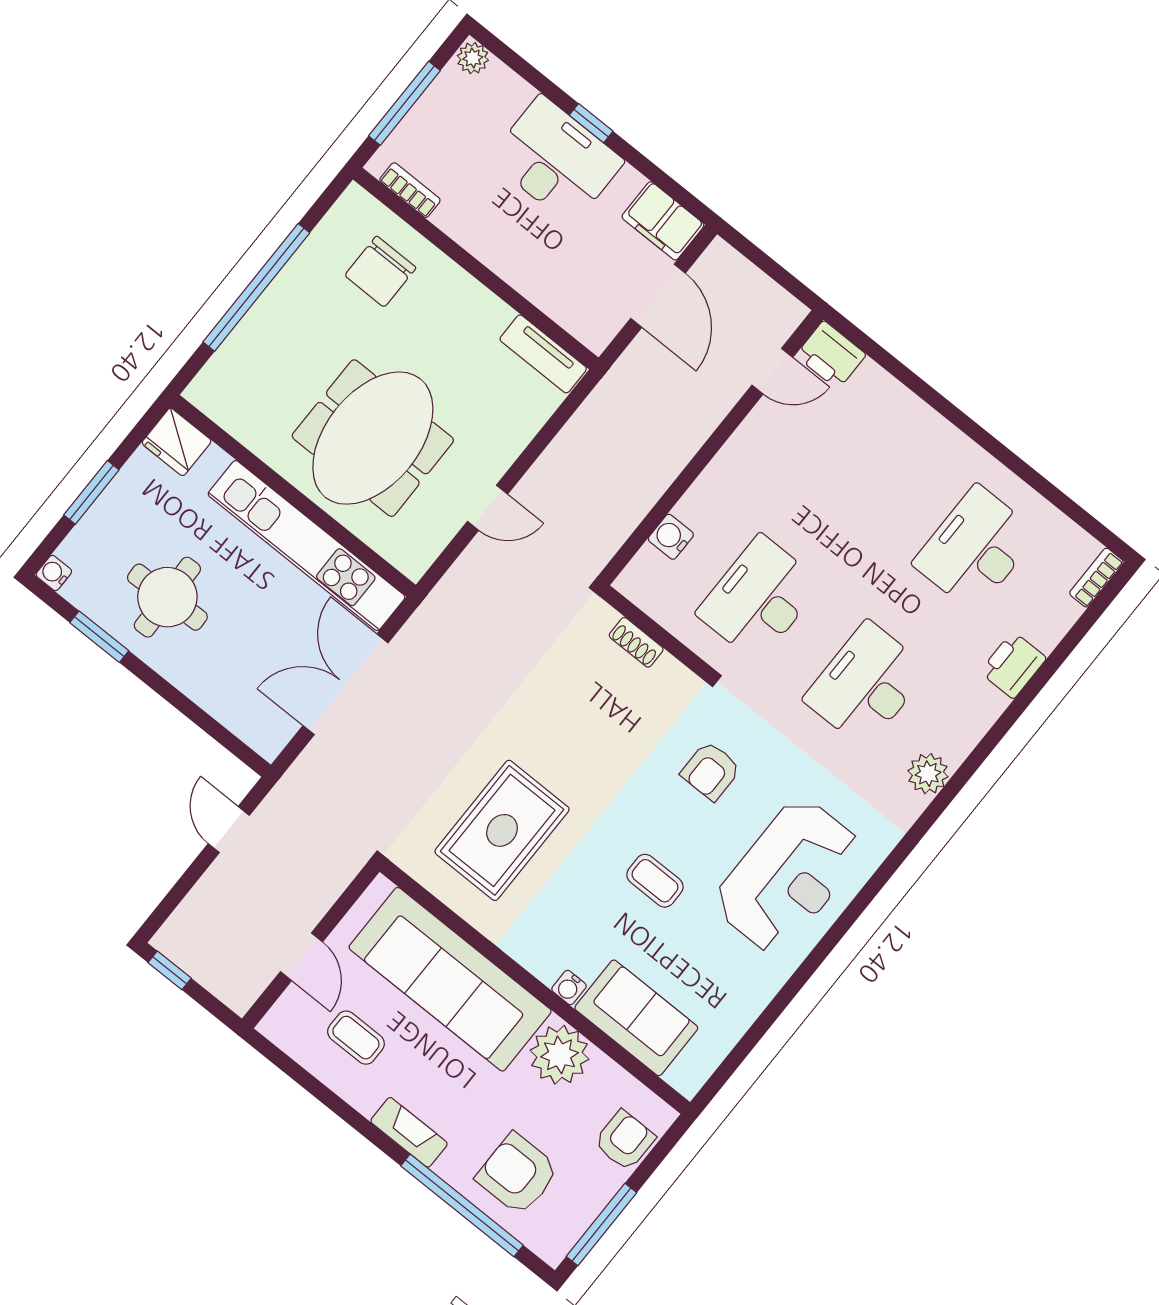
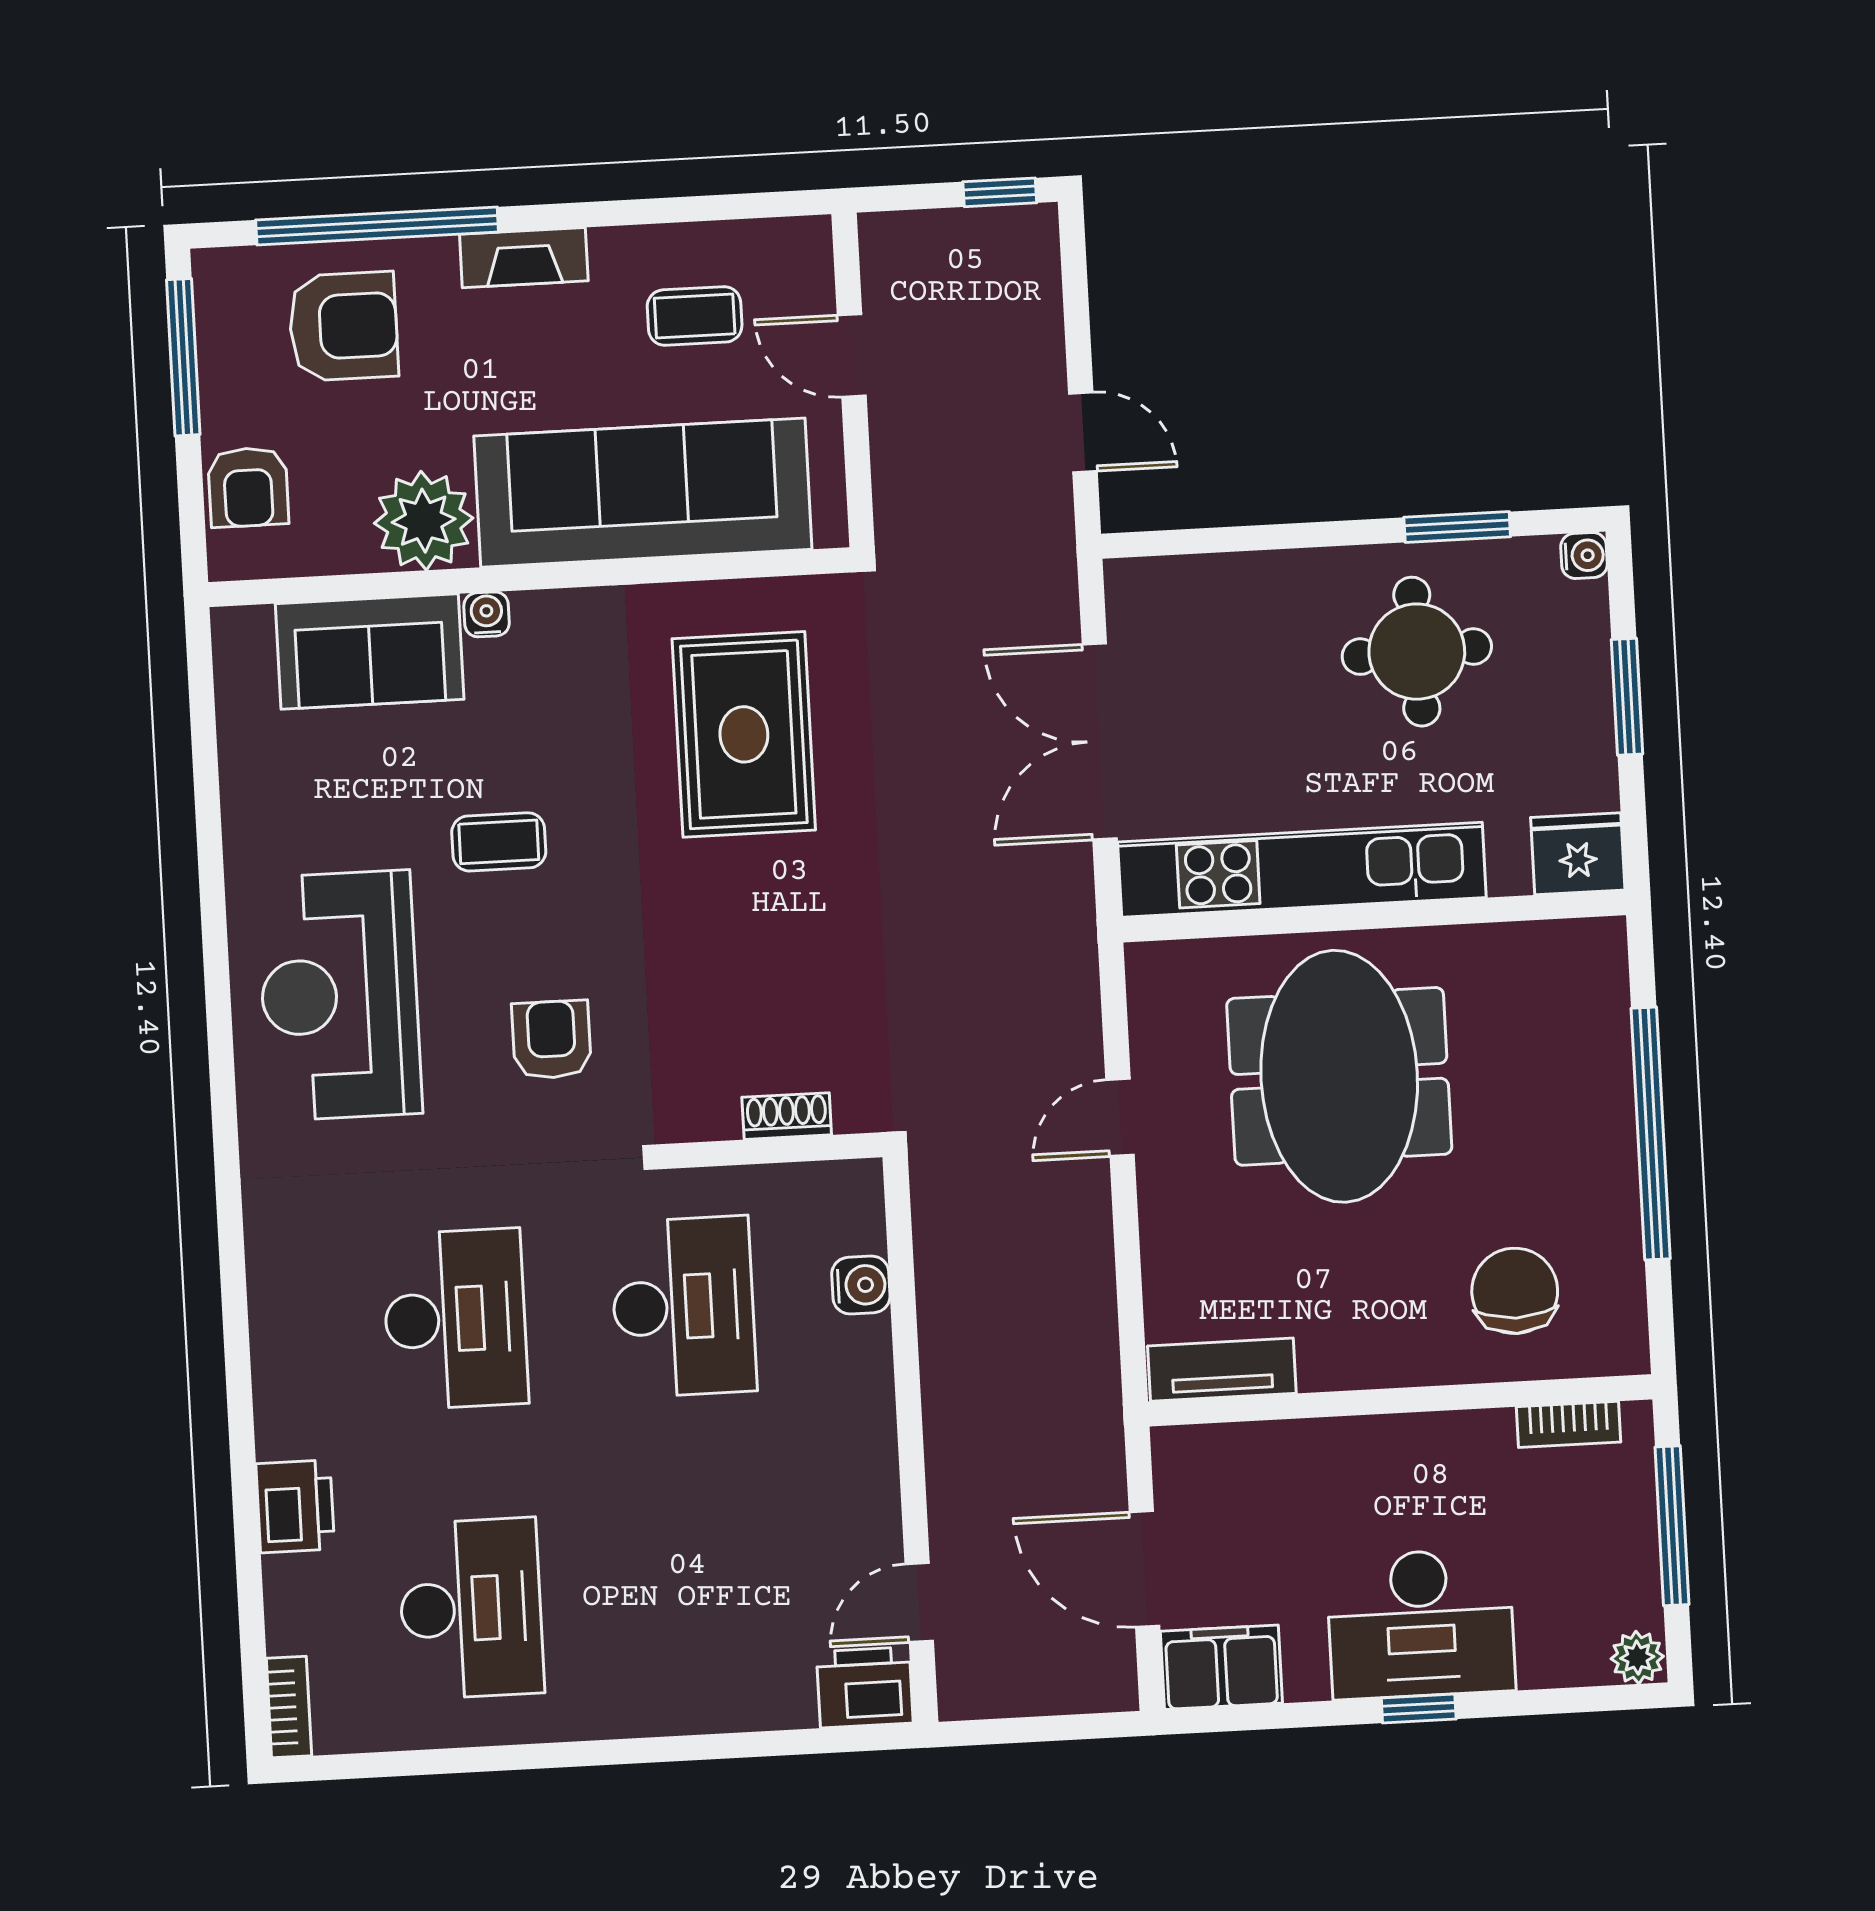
double door: (346, 684) -> (1100, 741), swing flipped
plant: (928, 774) -> (280, 1277), removed

